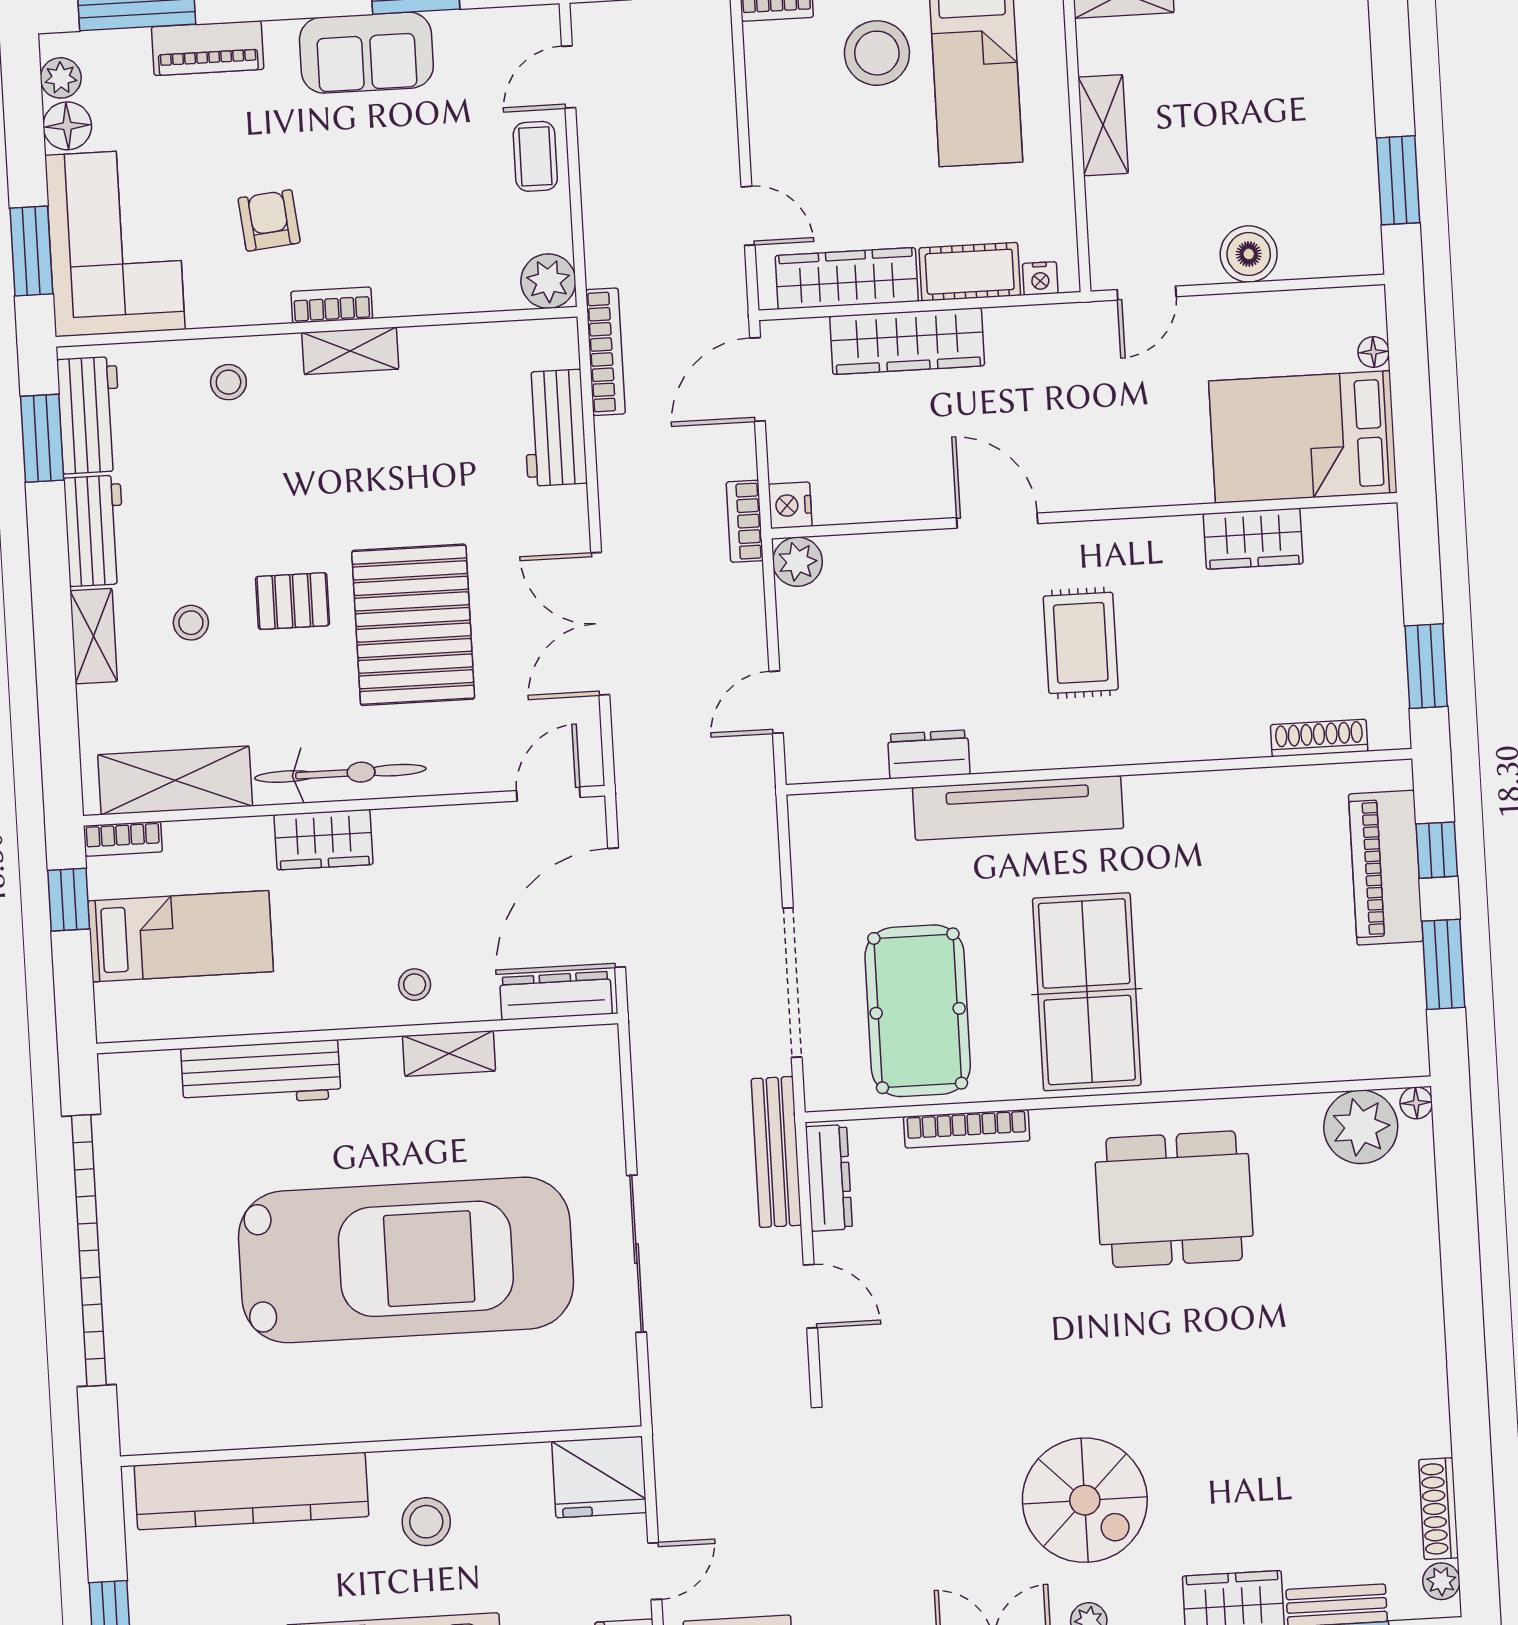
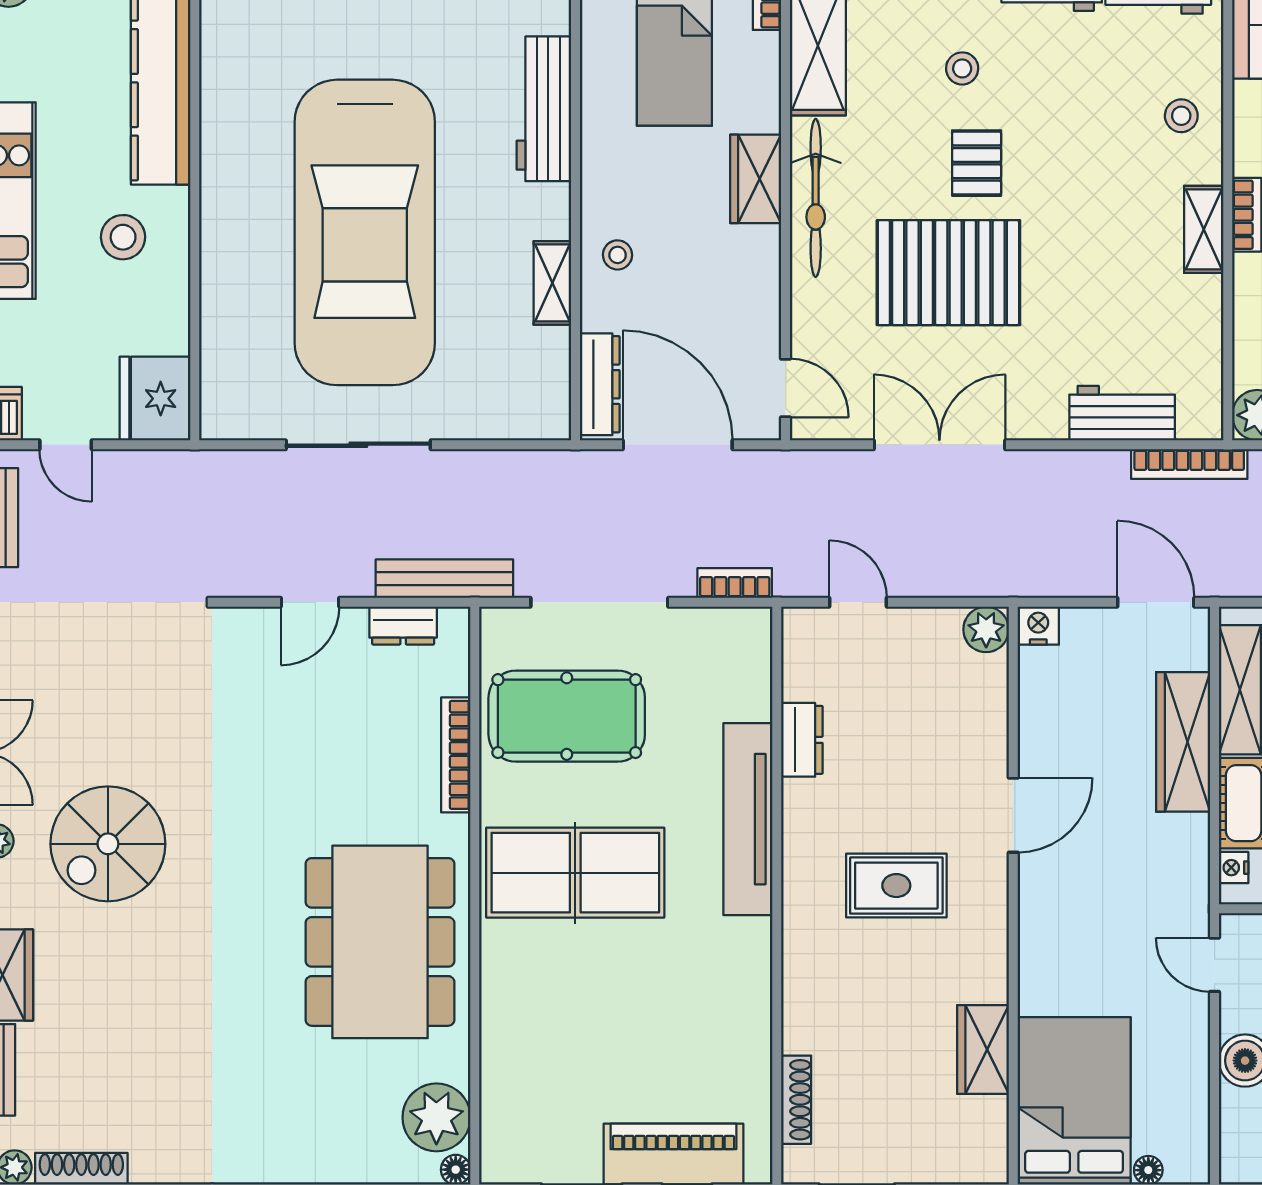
bookcase: (745, 521) -> (735, 583), moved
dresser: (829, 1178) -> (403, 626), width x0.70
dining table: (1174, 1199) -> (380, 942), width x1.36, depth x1.24

